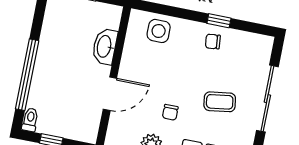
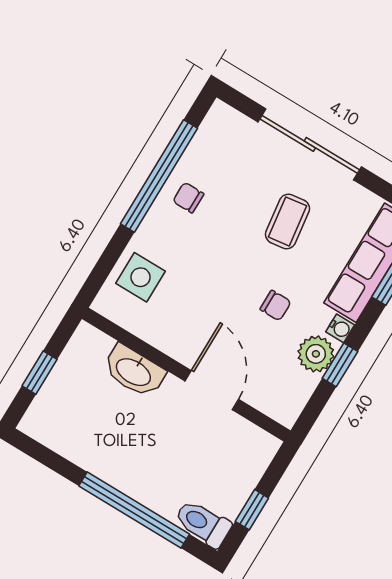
window: (219, 21) -> (159, 176), width x3.17
chair: (213, 42) -> (188, 198), turned 96
toilet: (30, 120) -> (203, 523), width x1.37, depth x1.39

